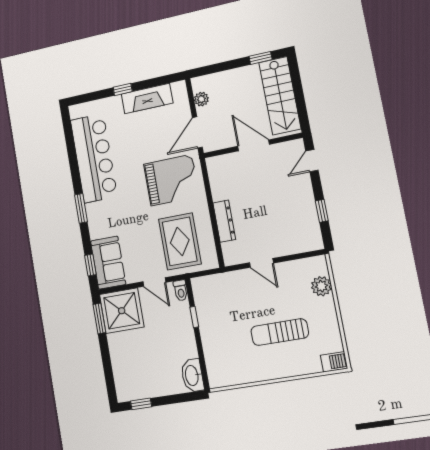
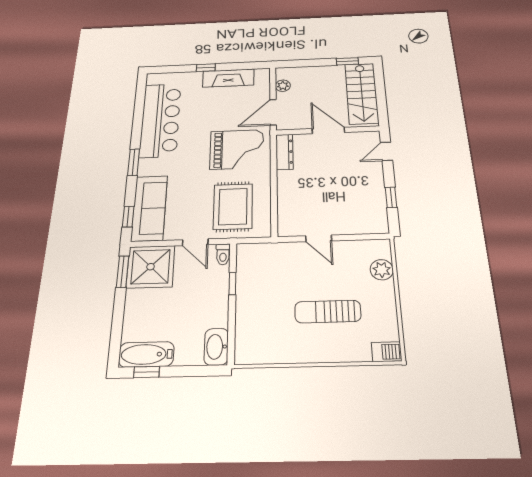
dresser: (224, 221) -> (285, 152), moved
sofa: (108, 263) -> (149, 208), width x1.36
bathtub: (137, 389) -> (146, 354), added

